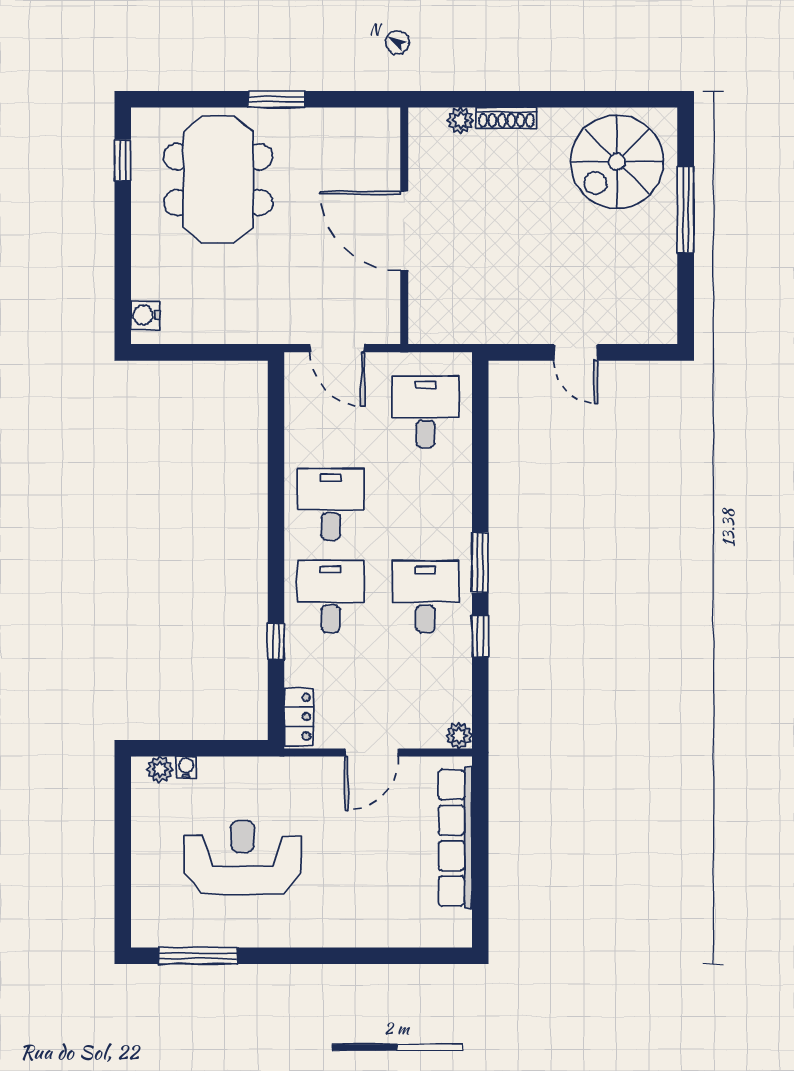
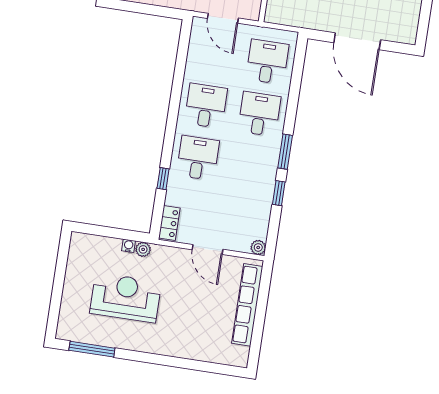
door: (576, 352) -> (357, 41), width x1.88
desk: (425, 597) -> (259, 114), moved
door: (372, 753) -> (208, 250), hinge flipped
water cooler: (186, 767) -> (129, 246), moved
plant: (160, 769) -> (143, 249), moved

